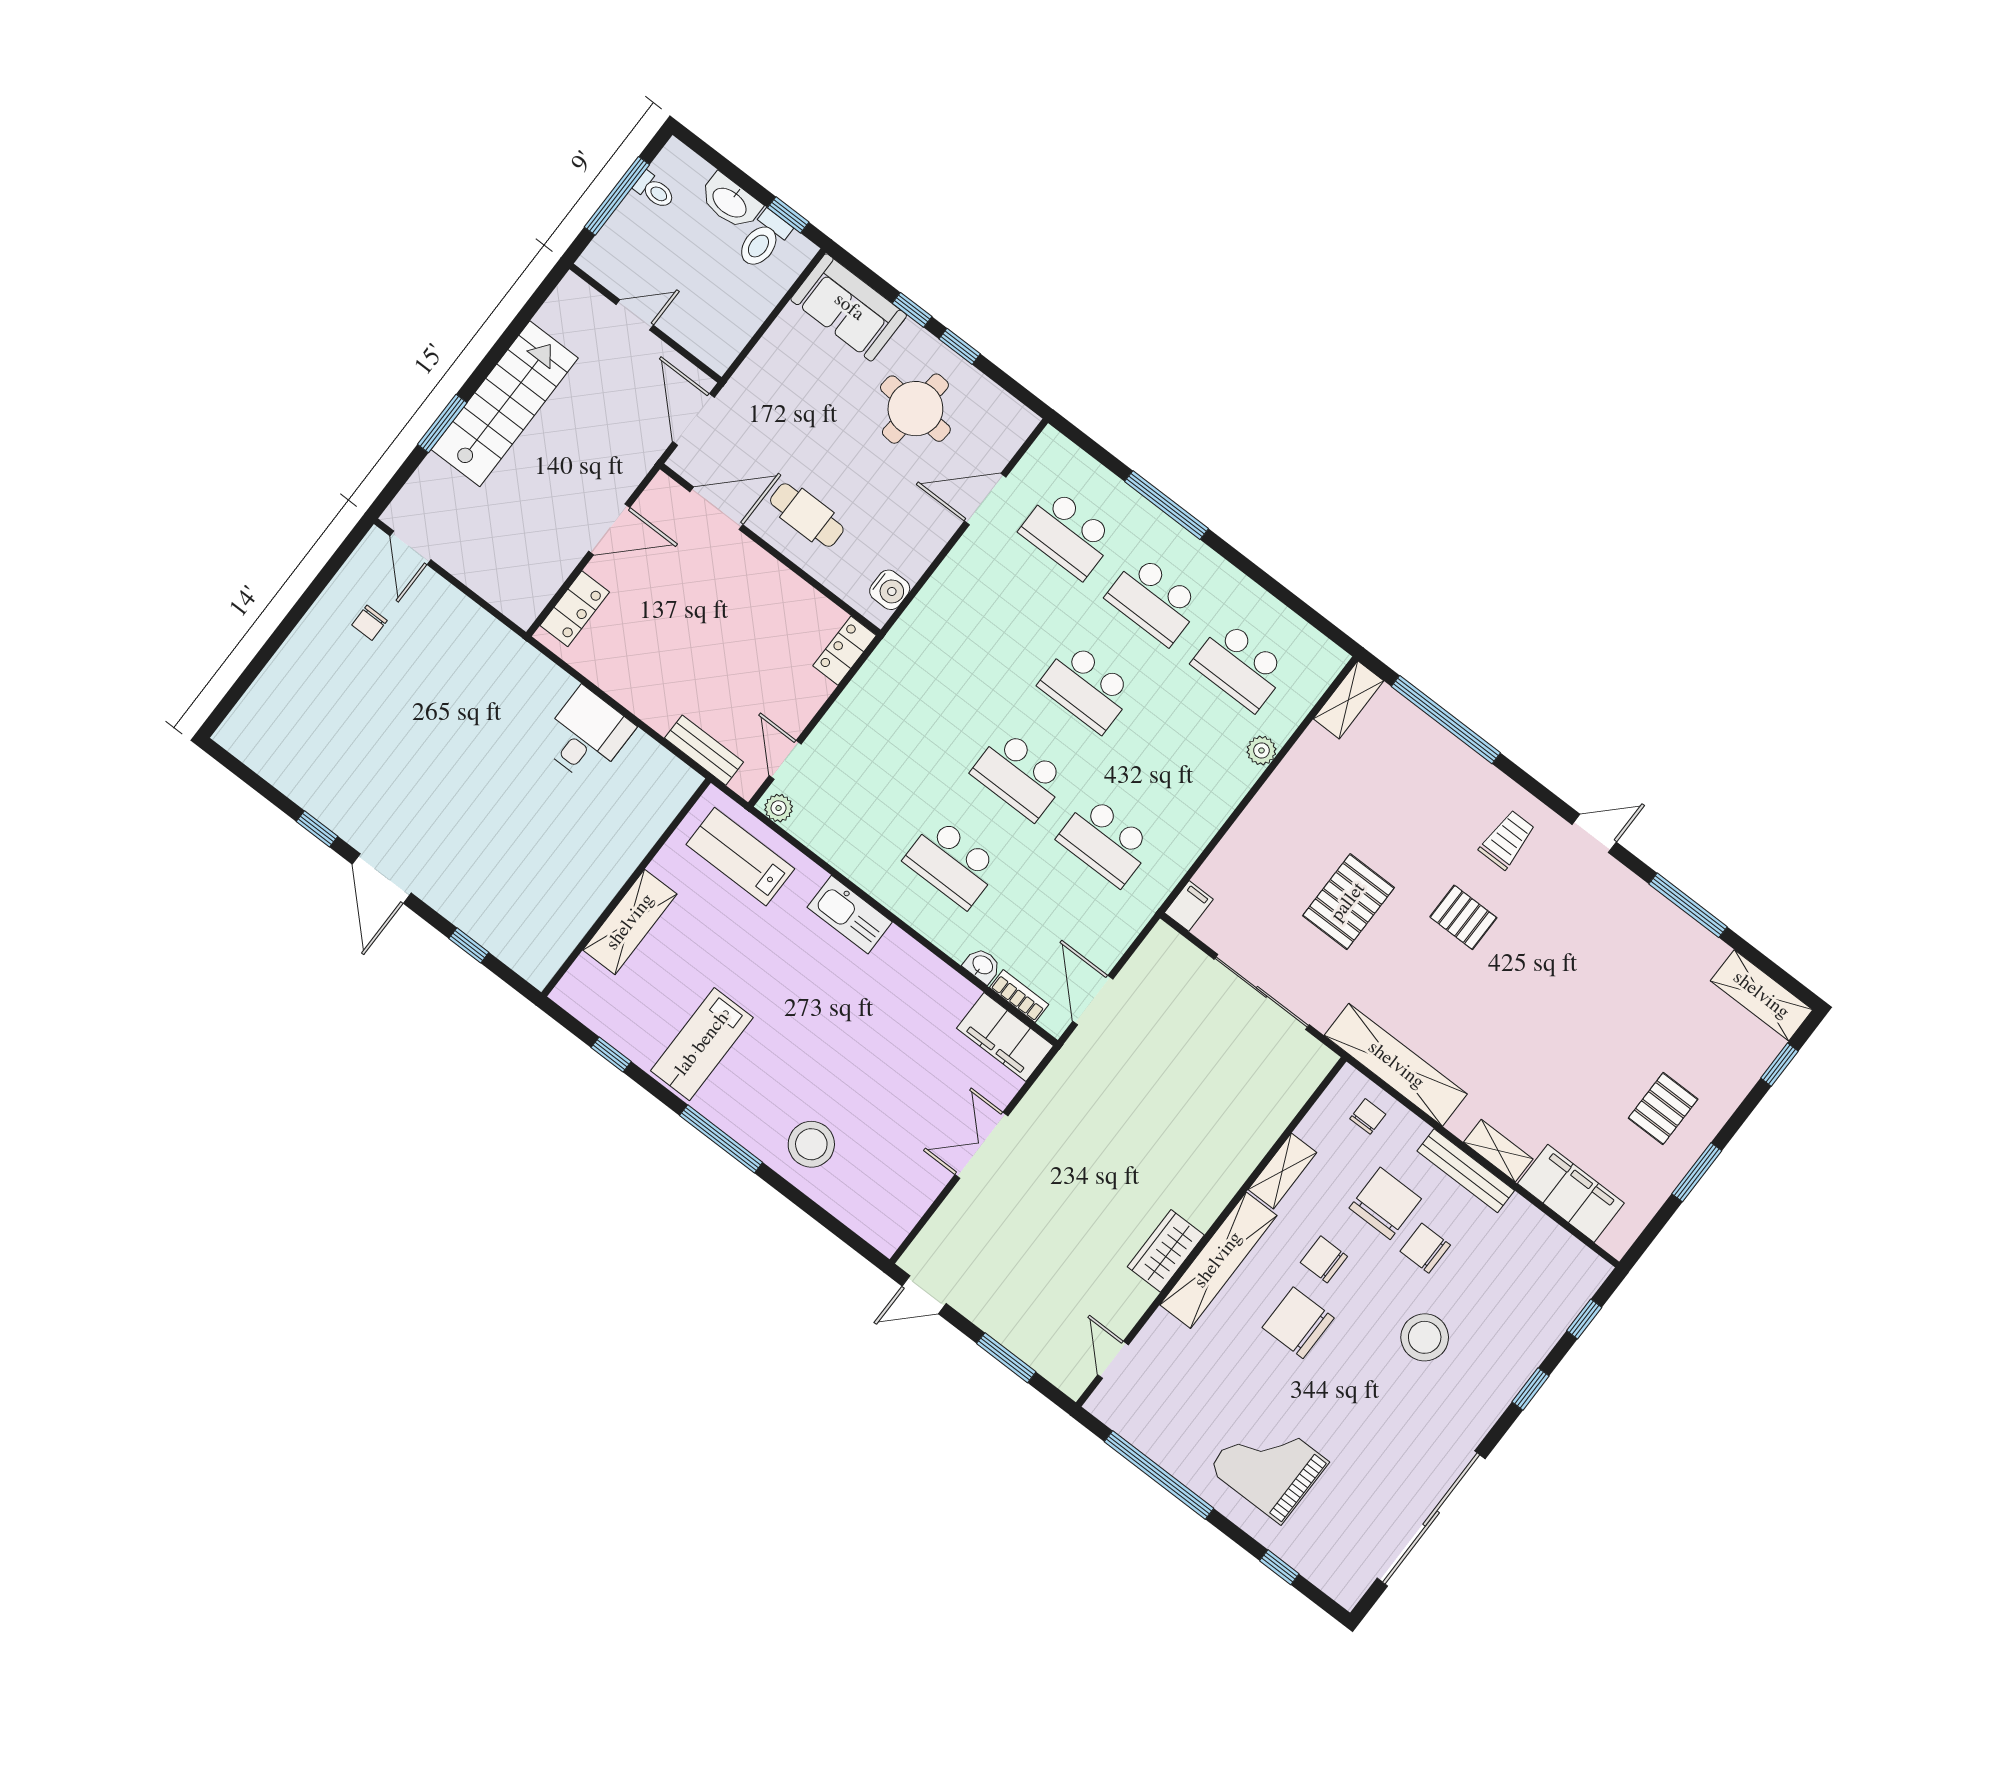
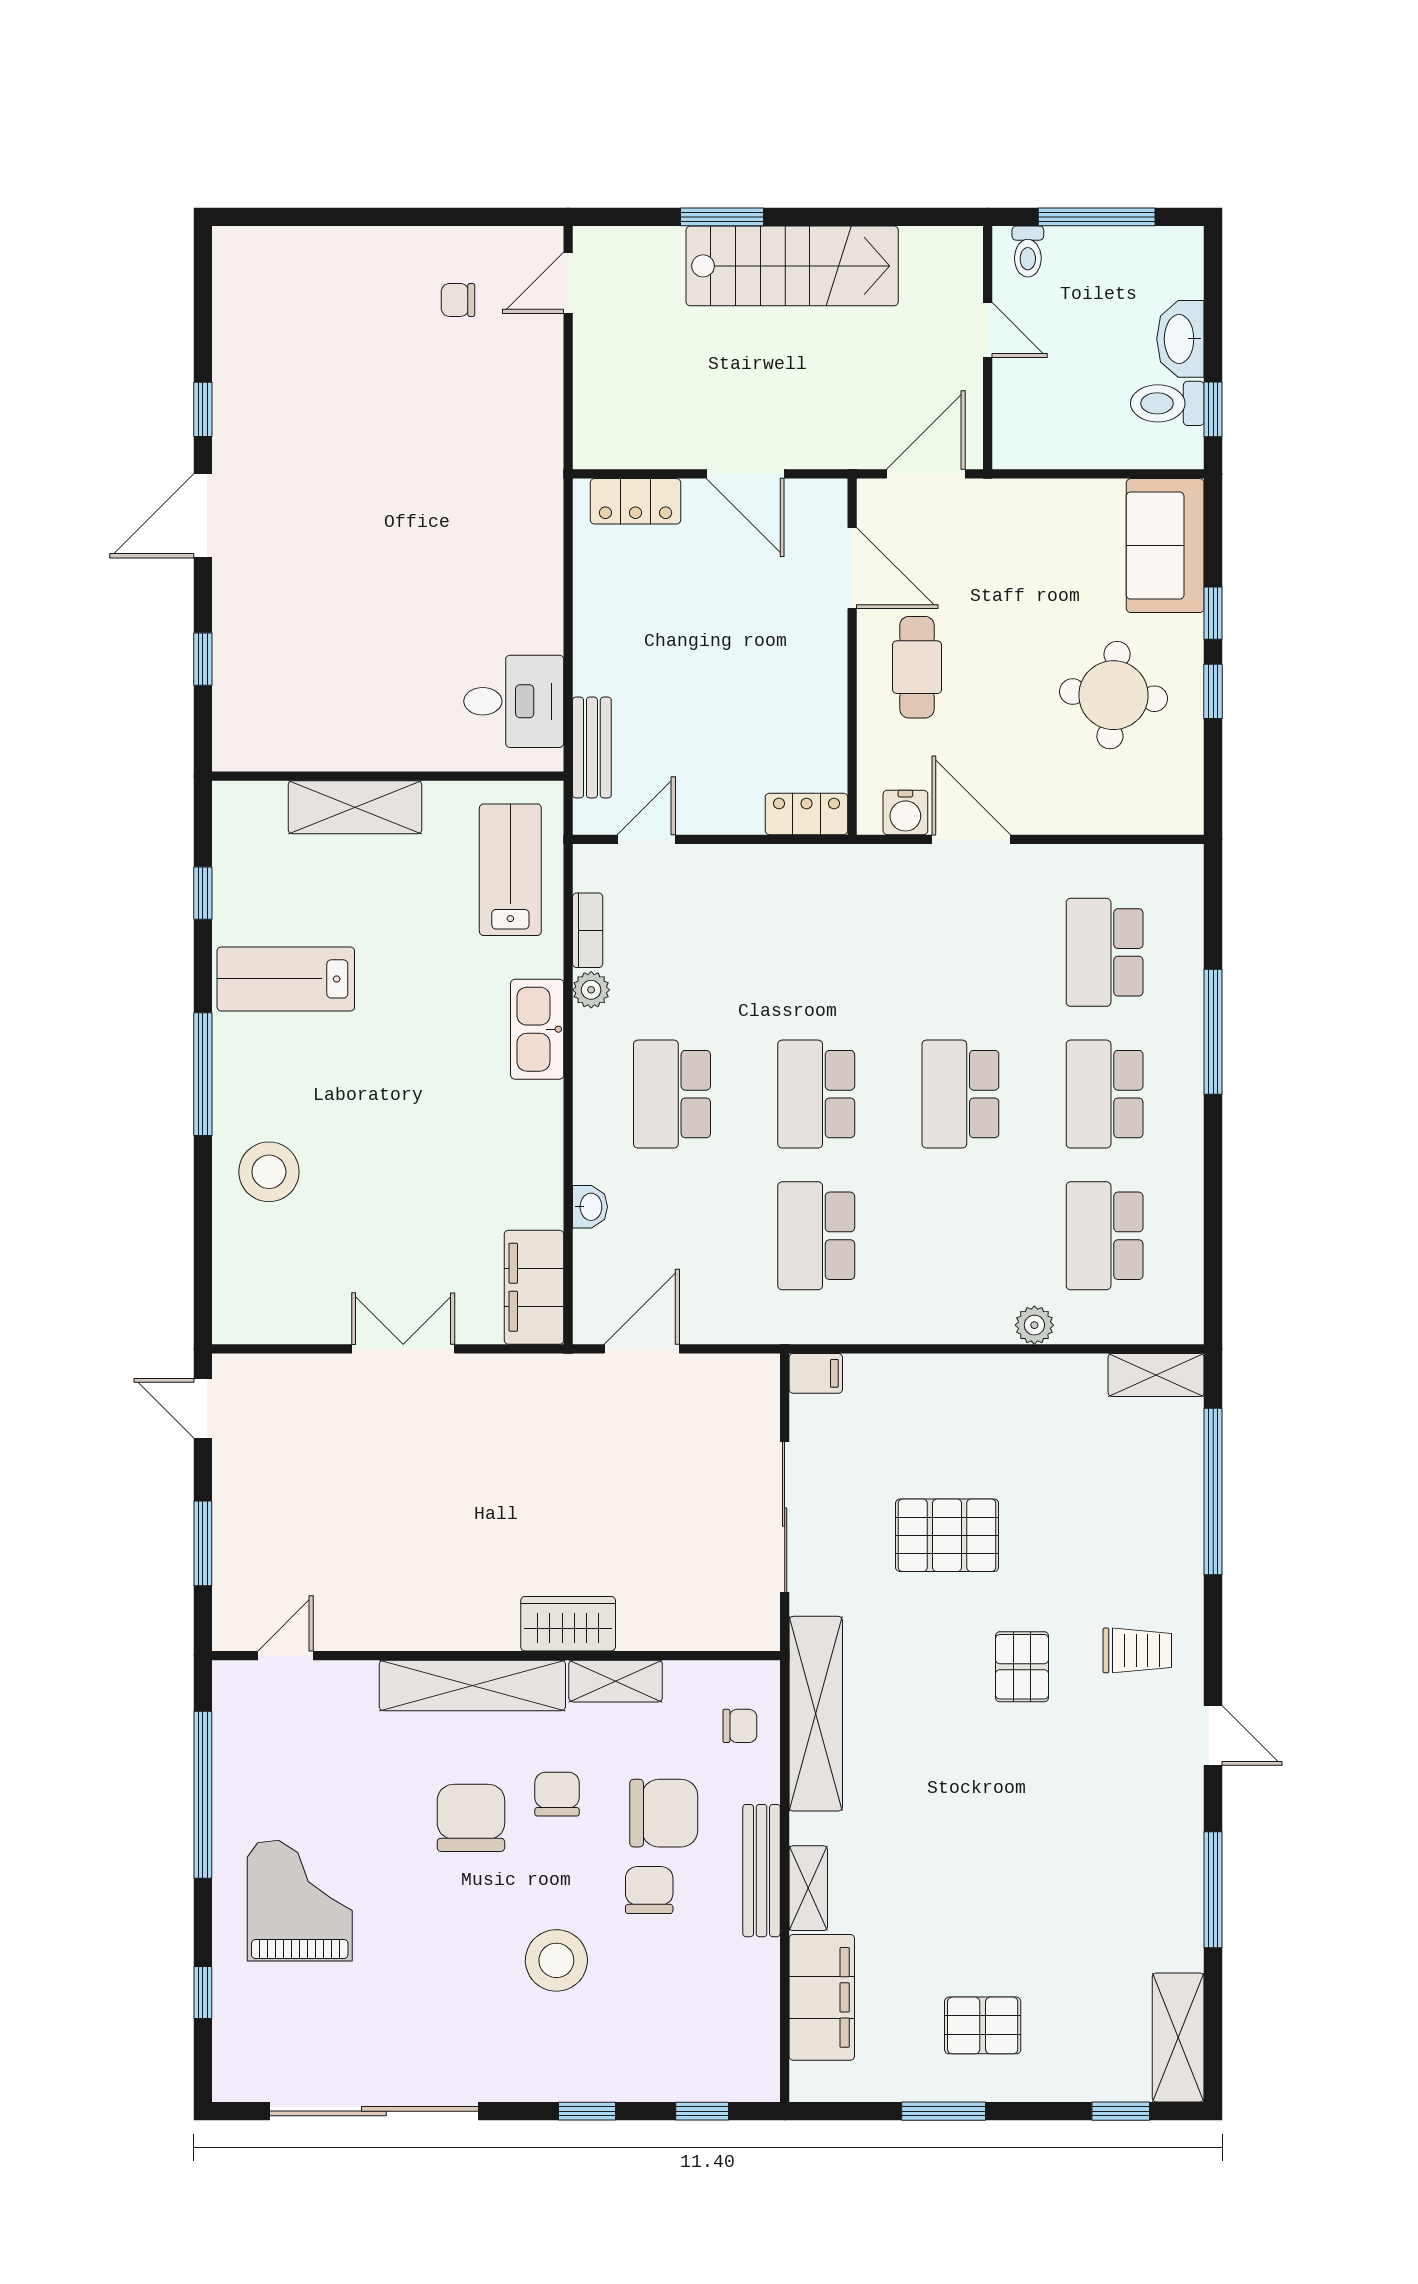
toilet: (654, 190) -> (1028, 252), moved
door: (985, 499) -> (971, 839), moved
desk: (586, 735) -> (514, 701), moved
plant: (779, 808) -> (591, 990), moved
bookcase: (1019, 996) -> (588, 930), moved
wardrobe: (1166, 1251) -> (568, 1624), moved

